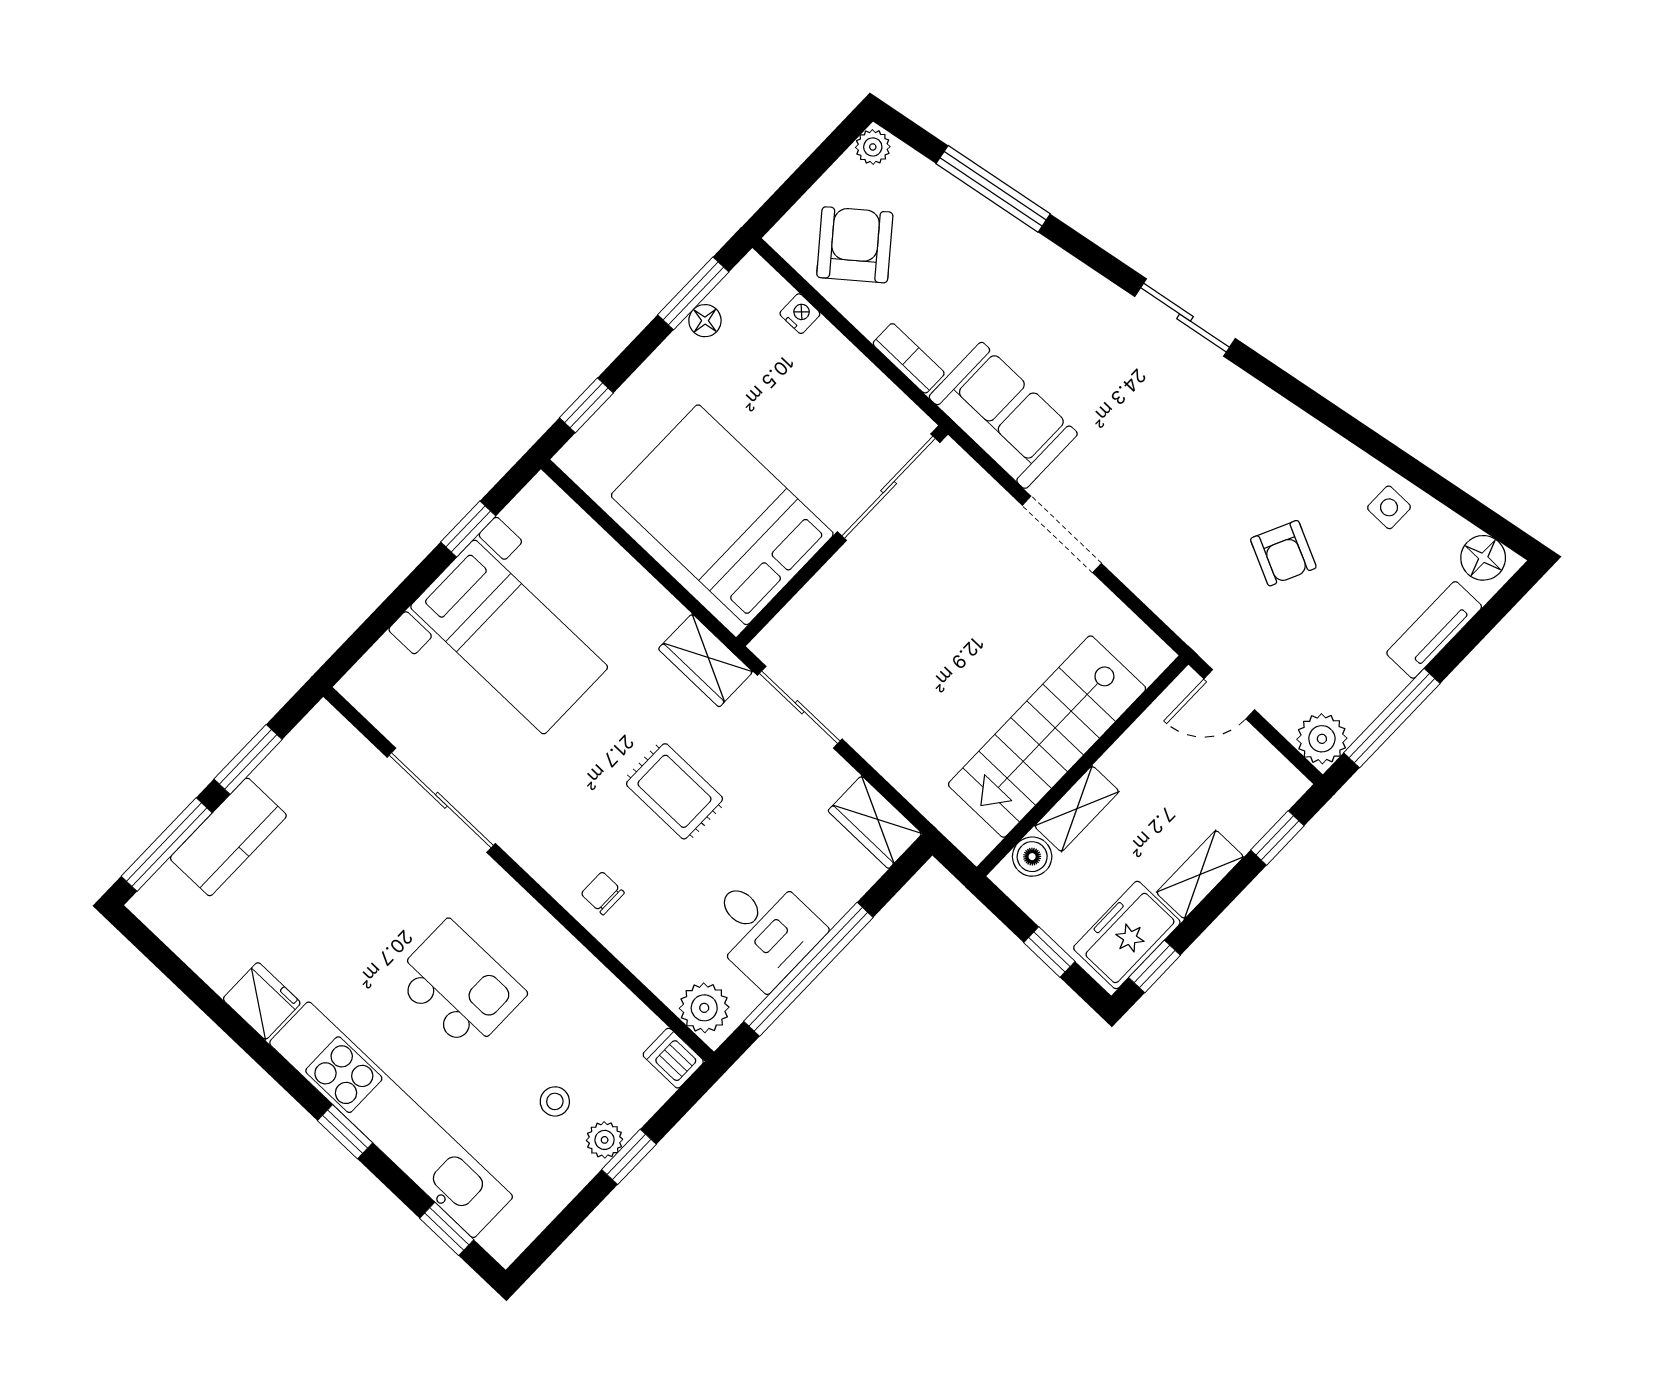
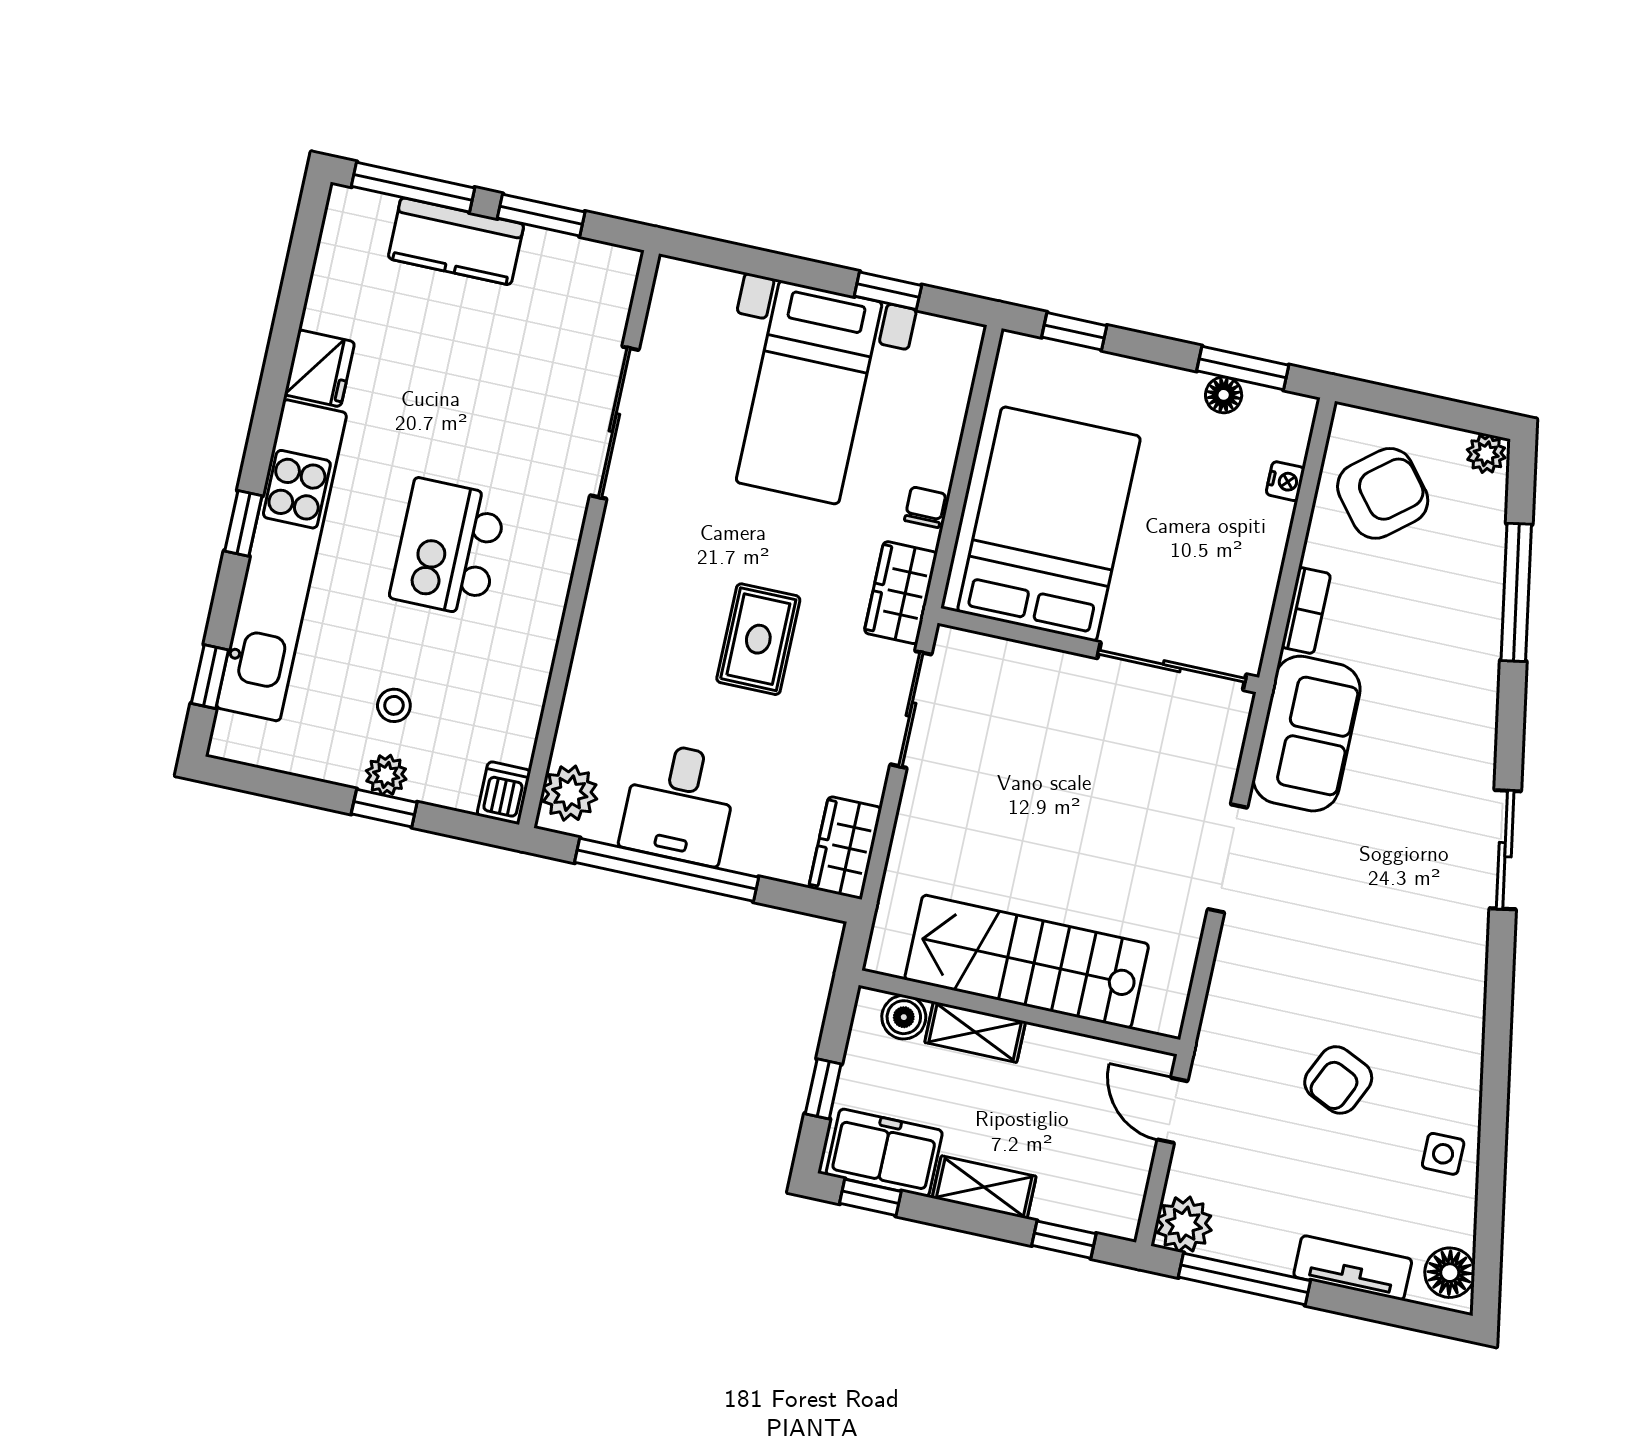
chair: (603, 893) -> (925, 507), moved
kitchen island: (459, 986) -> (448, 547), turned 180

